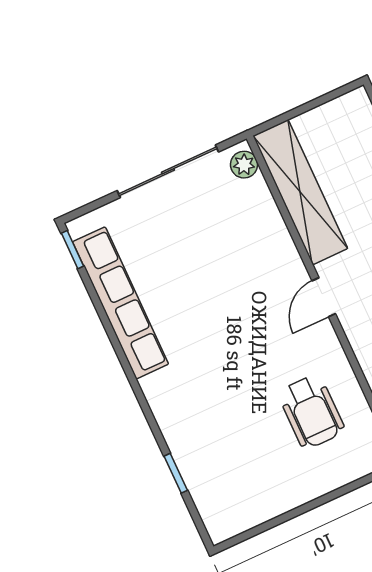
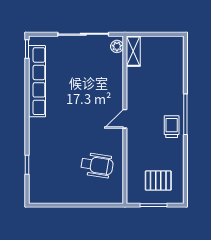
shelving: (300, 192) -> (133, 51), width x0.45, depth x0.75
wheelchair: (311, 412) -> (97, 165), turned -81

